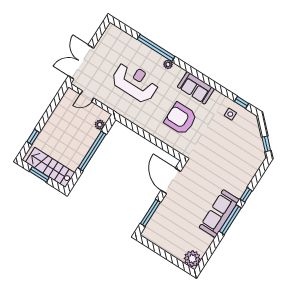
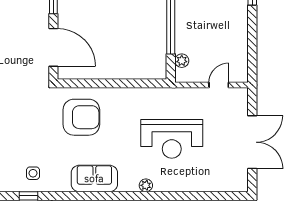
window: (156, 48) -> (173, 196), removed
double door: (81, 62) -> (252, 142), moved
armchair: (181, 119) -> (81, 117), moved

